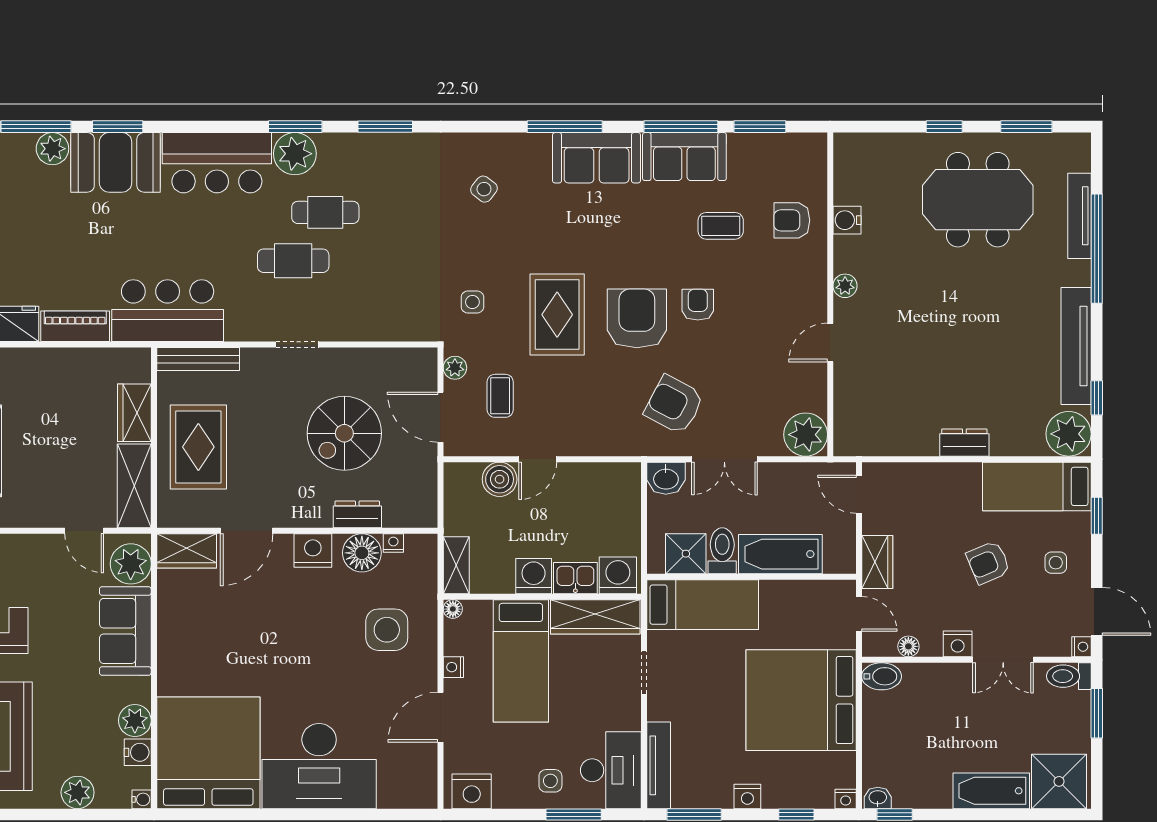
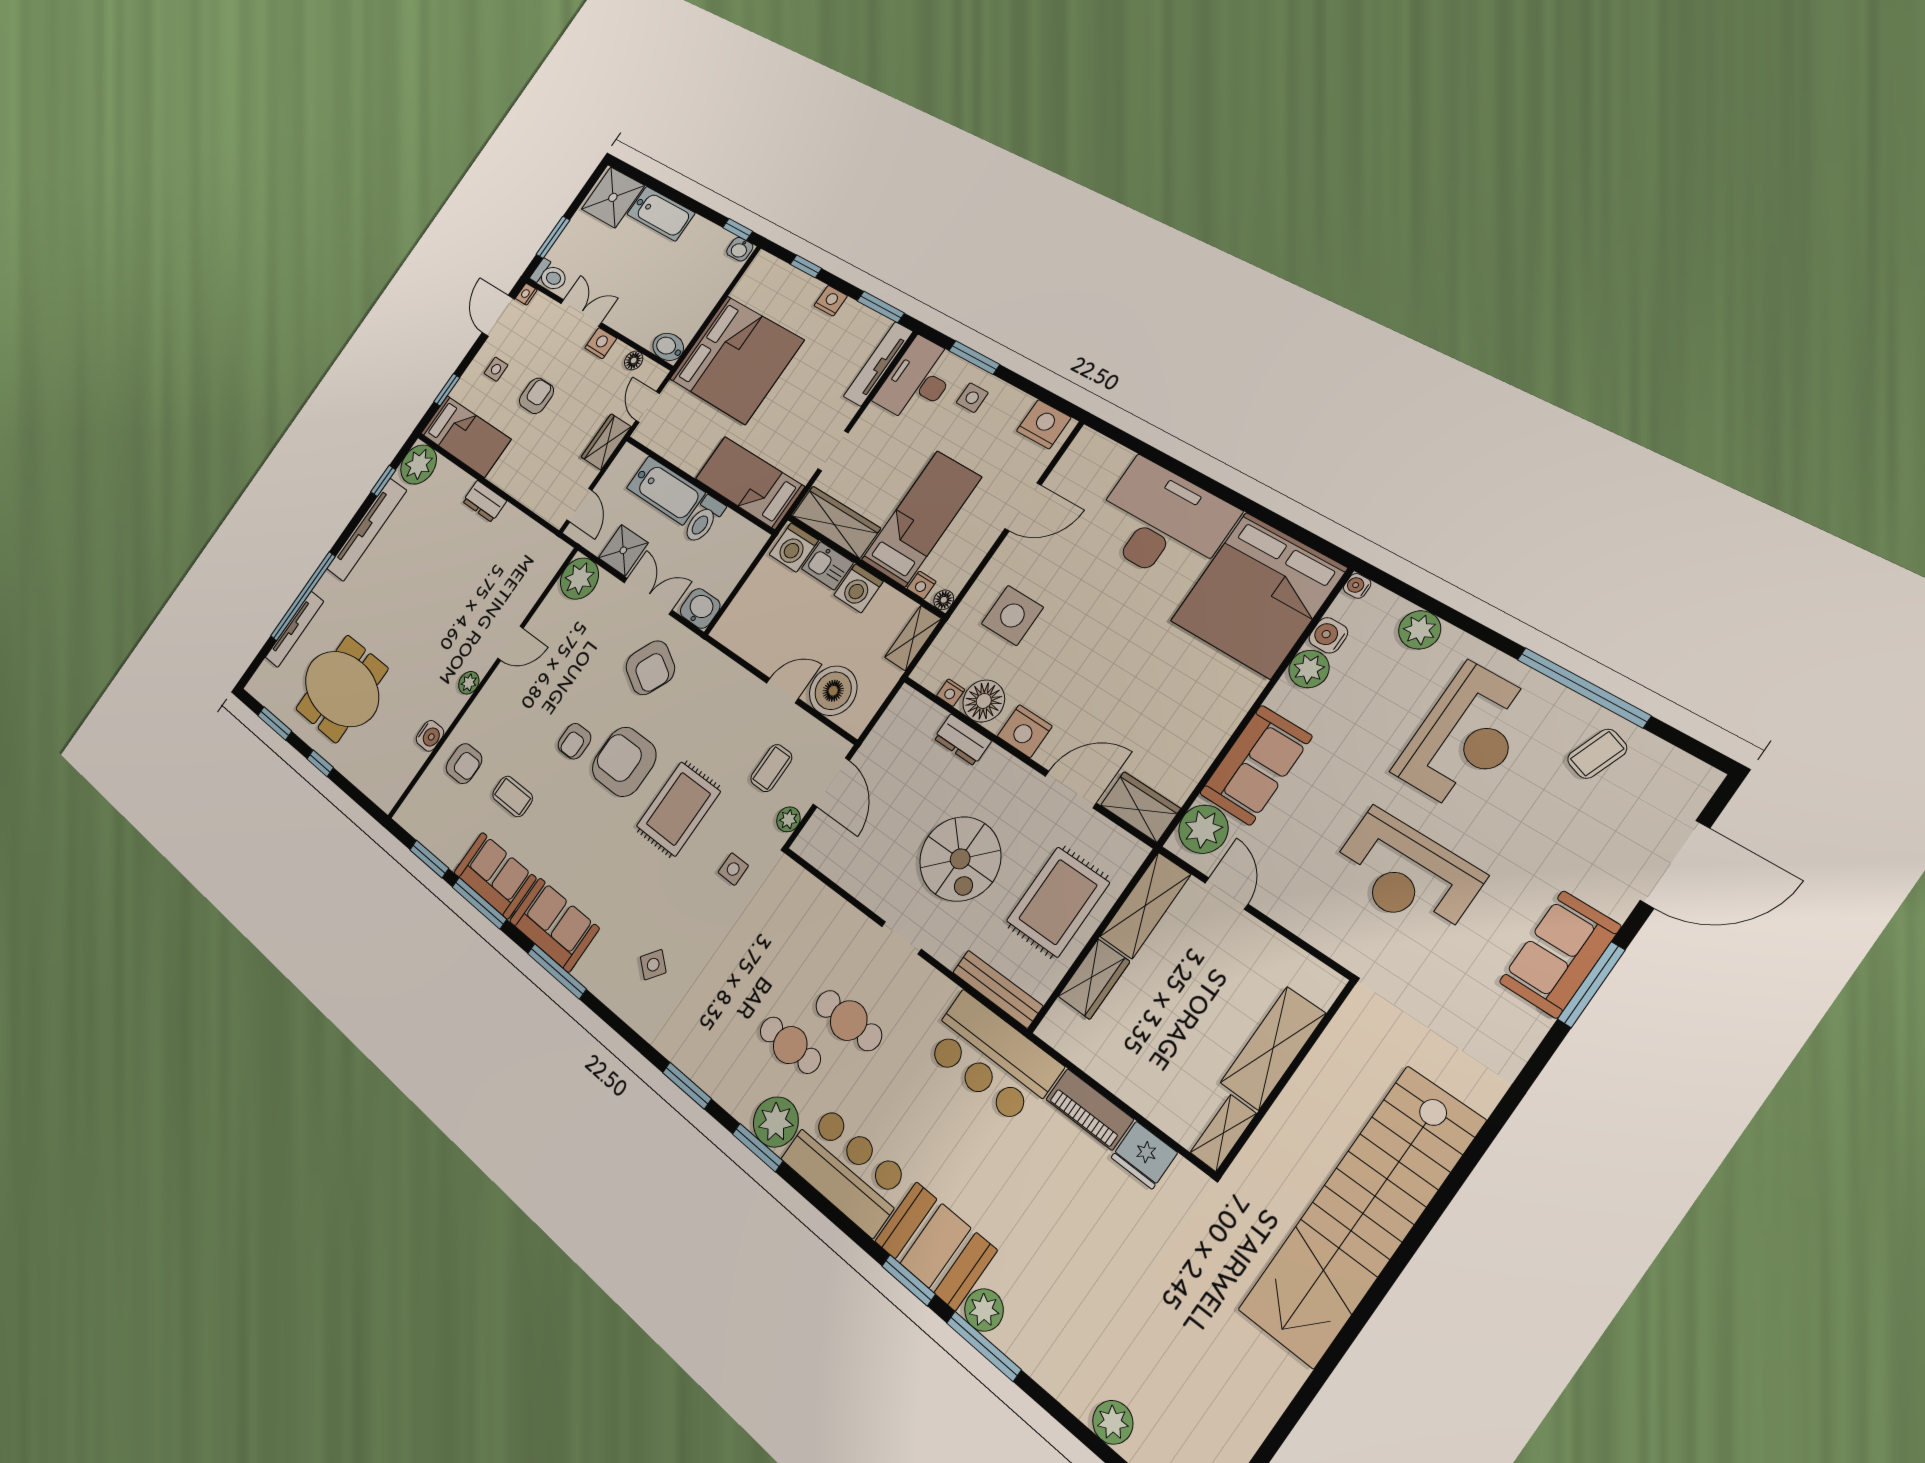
armchair: (637, 318) -> (624, 762), turned 90
spiral stairs: (344, 433) -> (960, 859), moved, turned 90
boiler: (500, 479) -> (833, 691), width x1.37, depth x1.37
shower: (686, 554) -> (623, 550), moved
armchair: (988, 563) -> (537, 396), turned -67
nightstand: (453, 667) -> (922, 585), moved, turned 90
nightstand: (846, 799) -> (762, 260), removed

